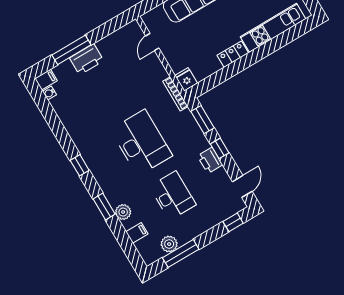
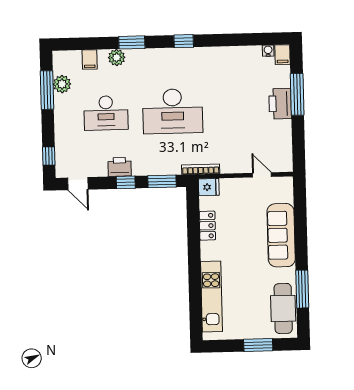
locker: (233, 54) -> (207, 226), moved

